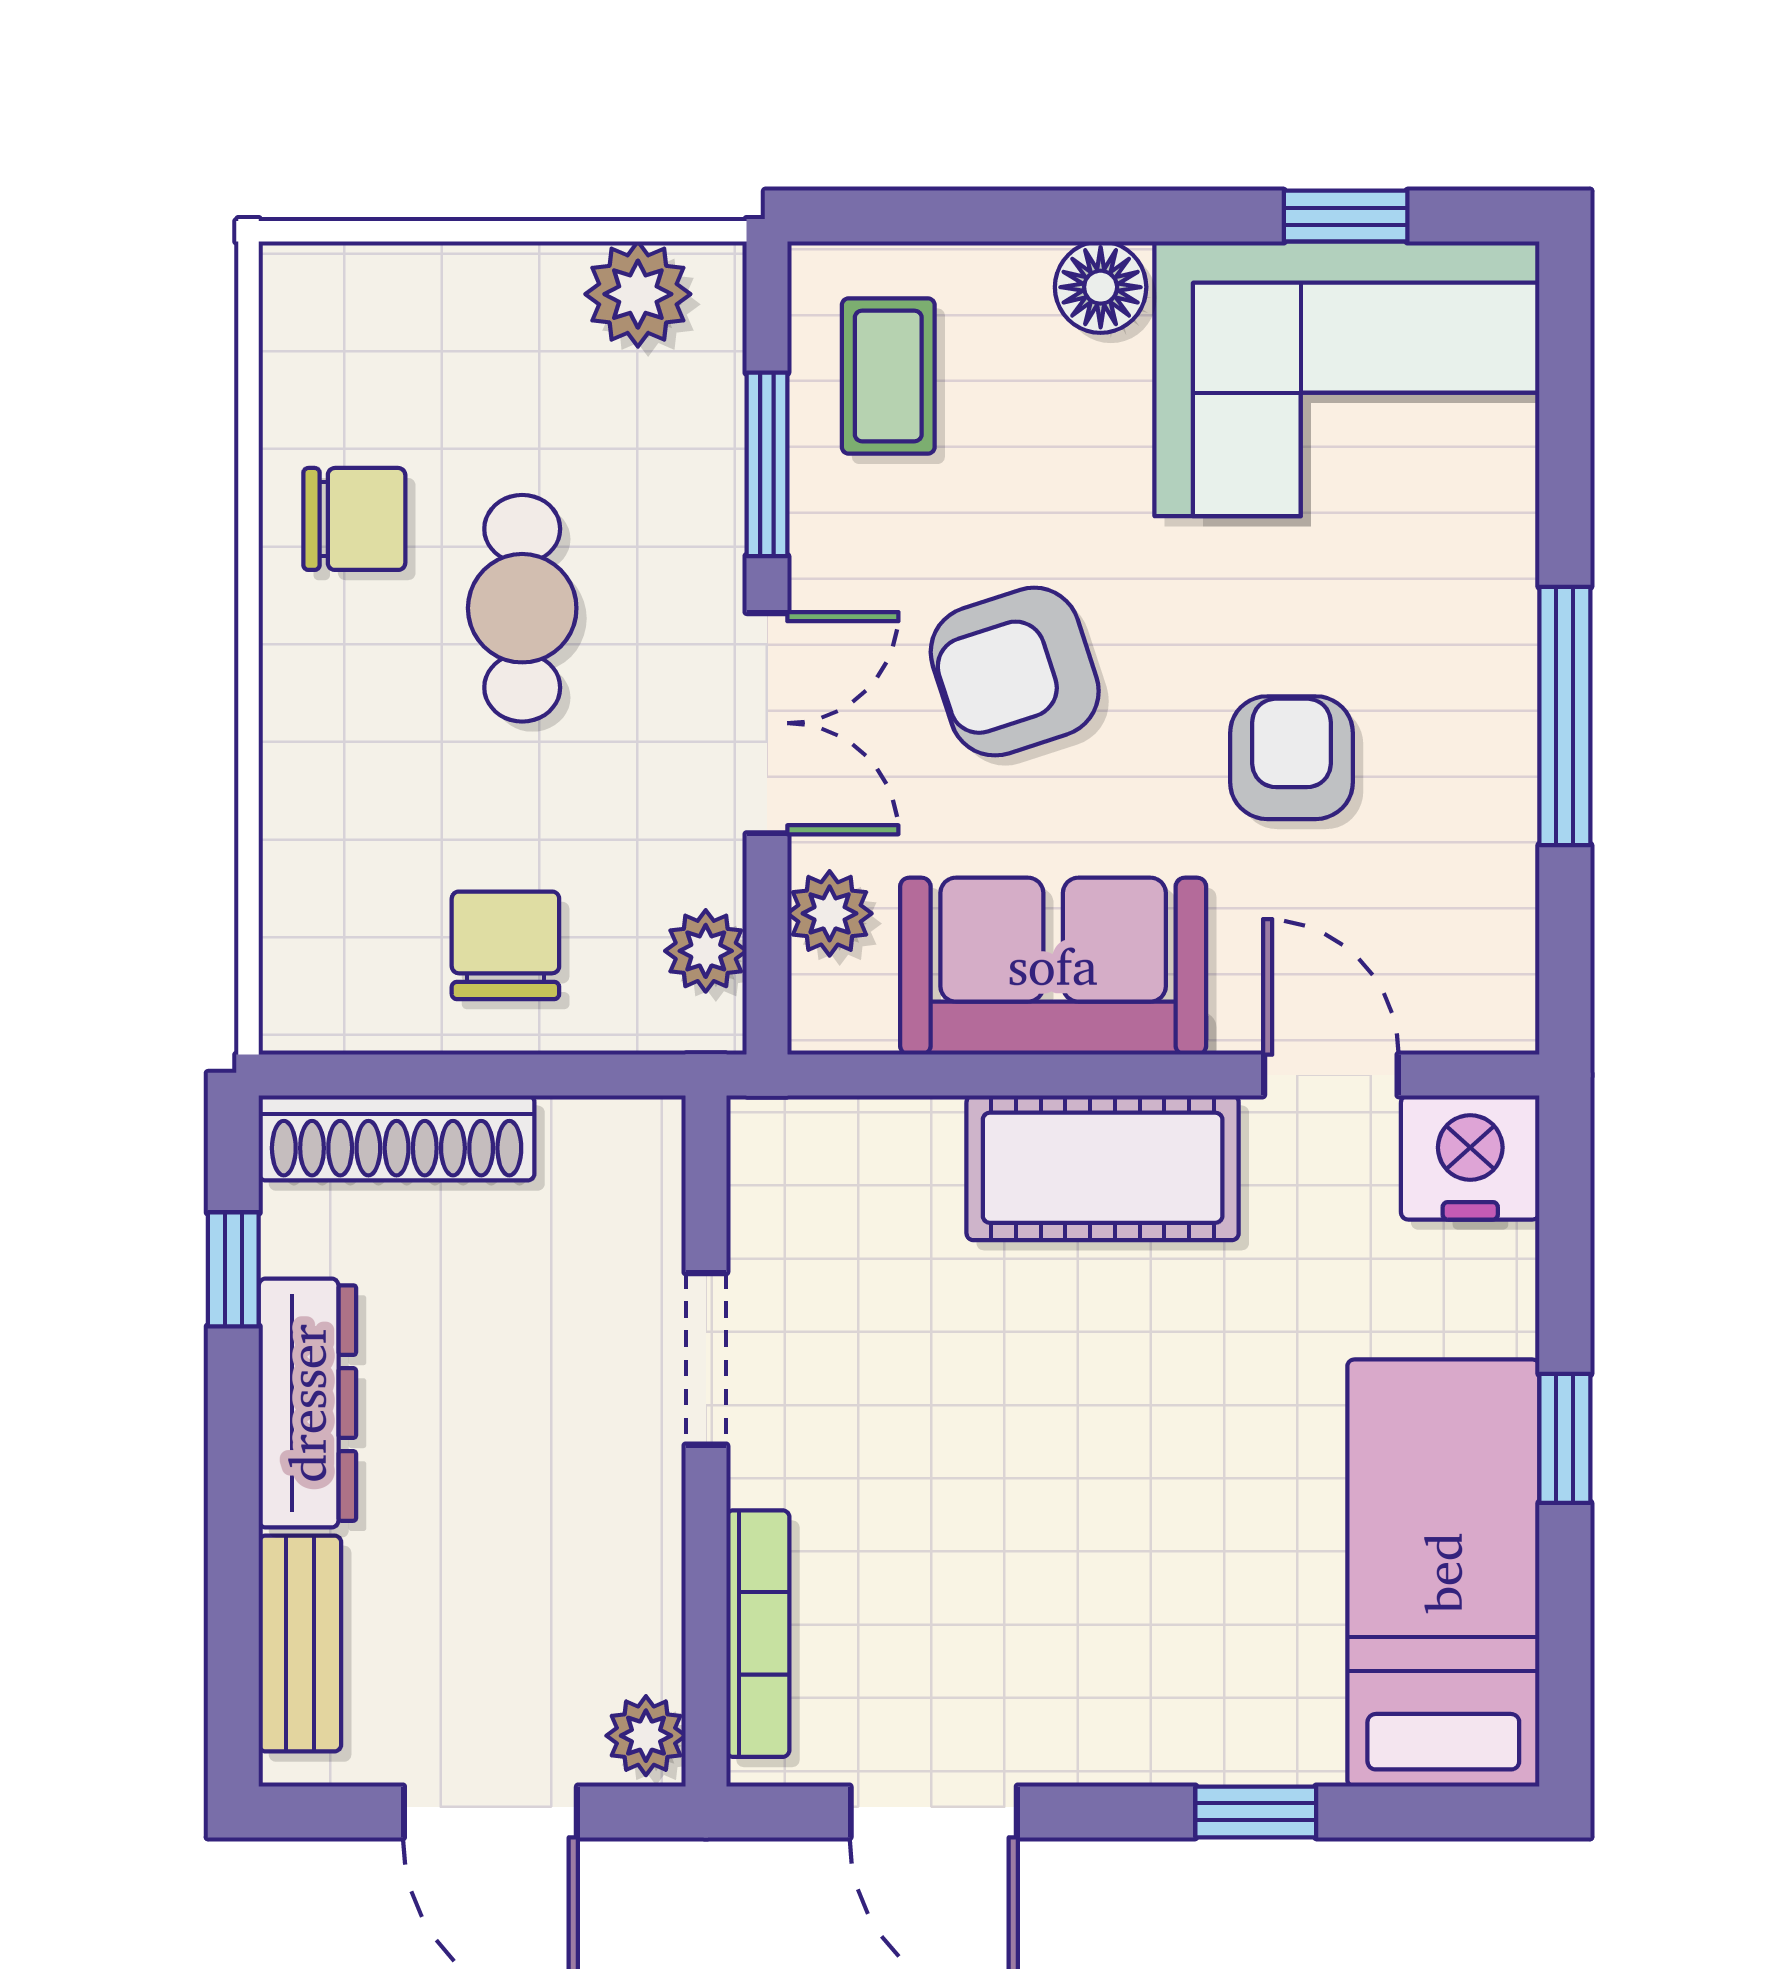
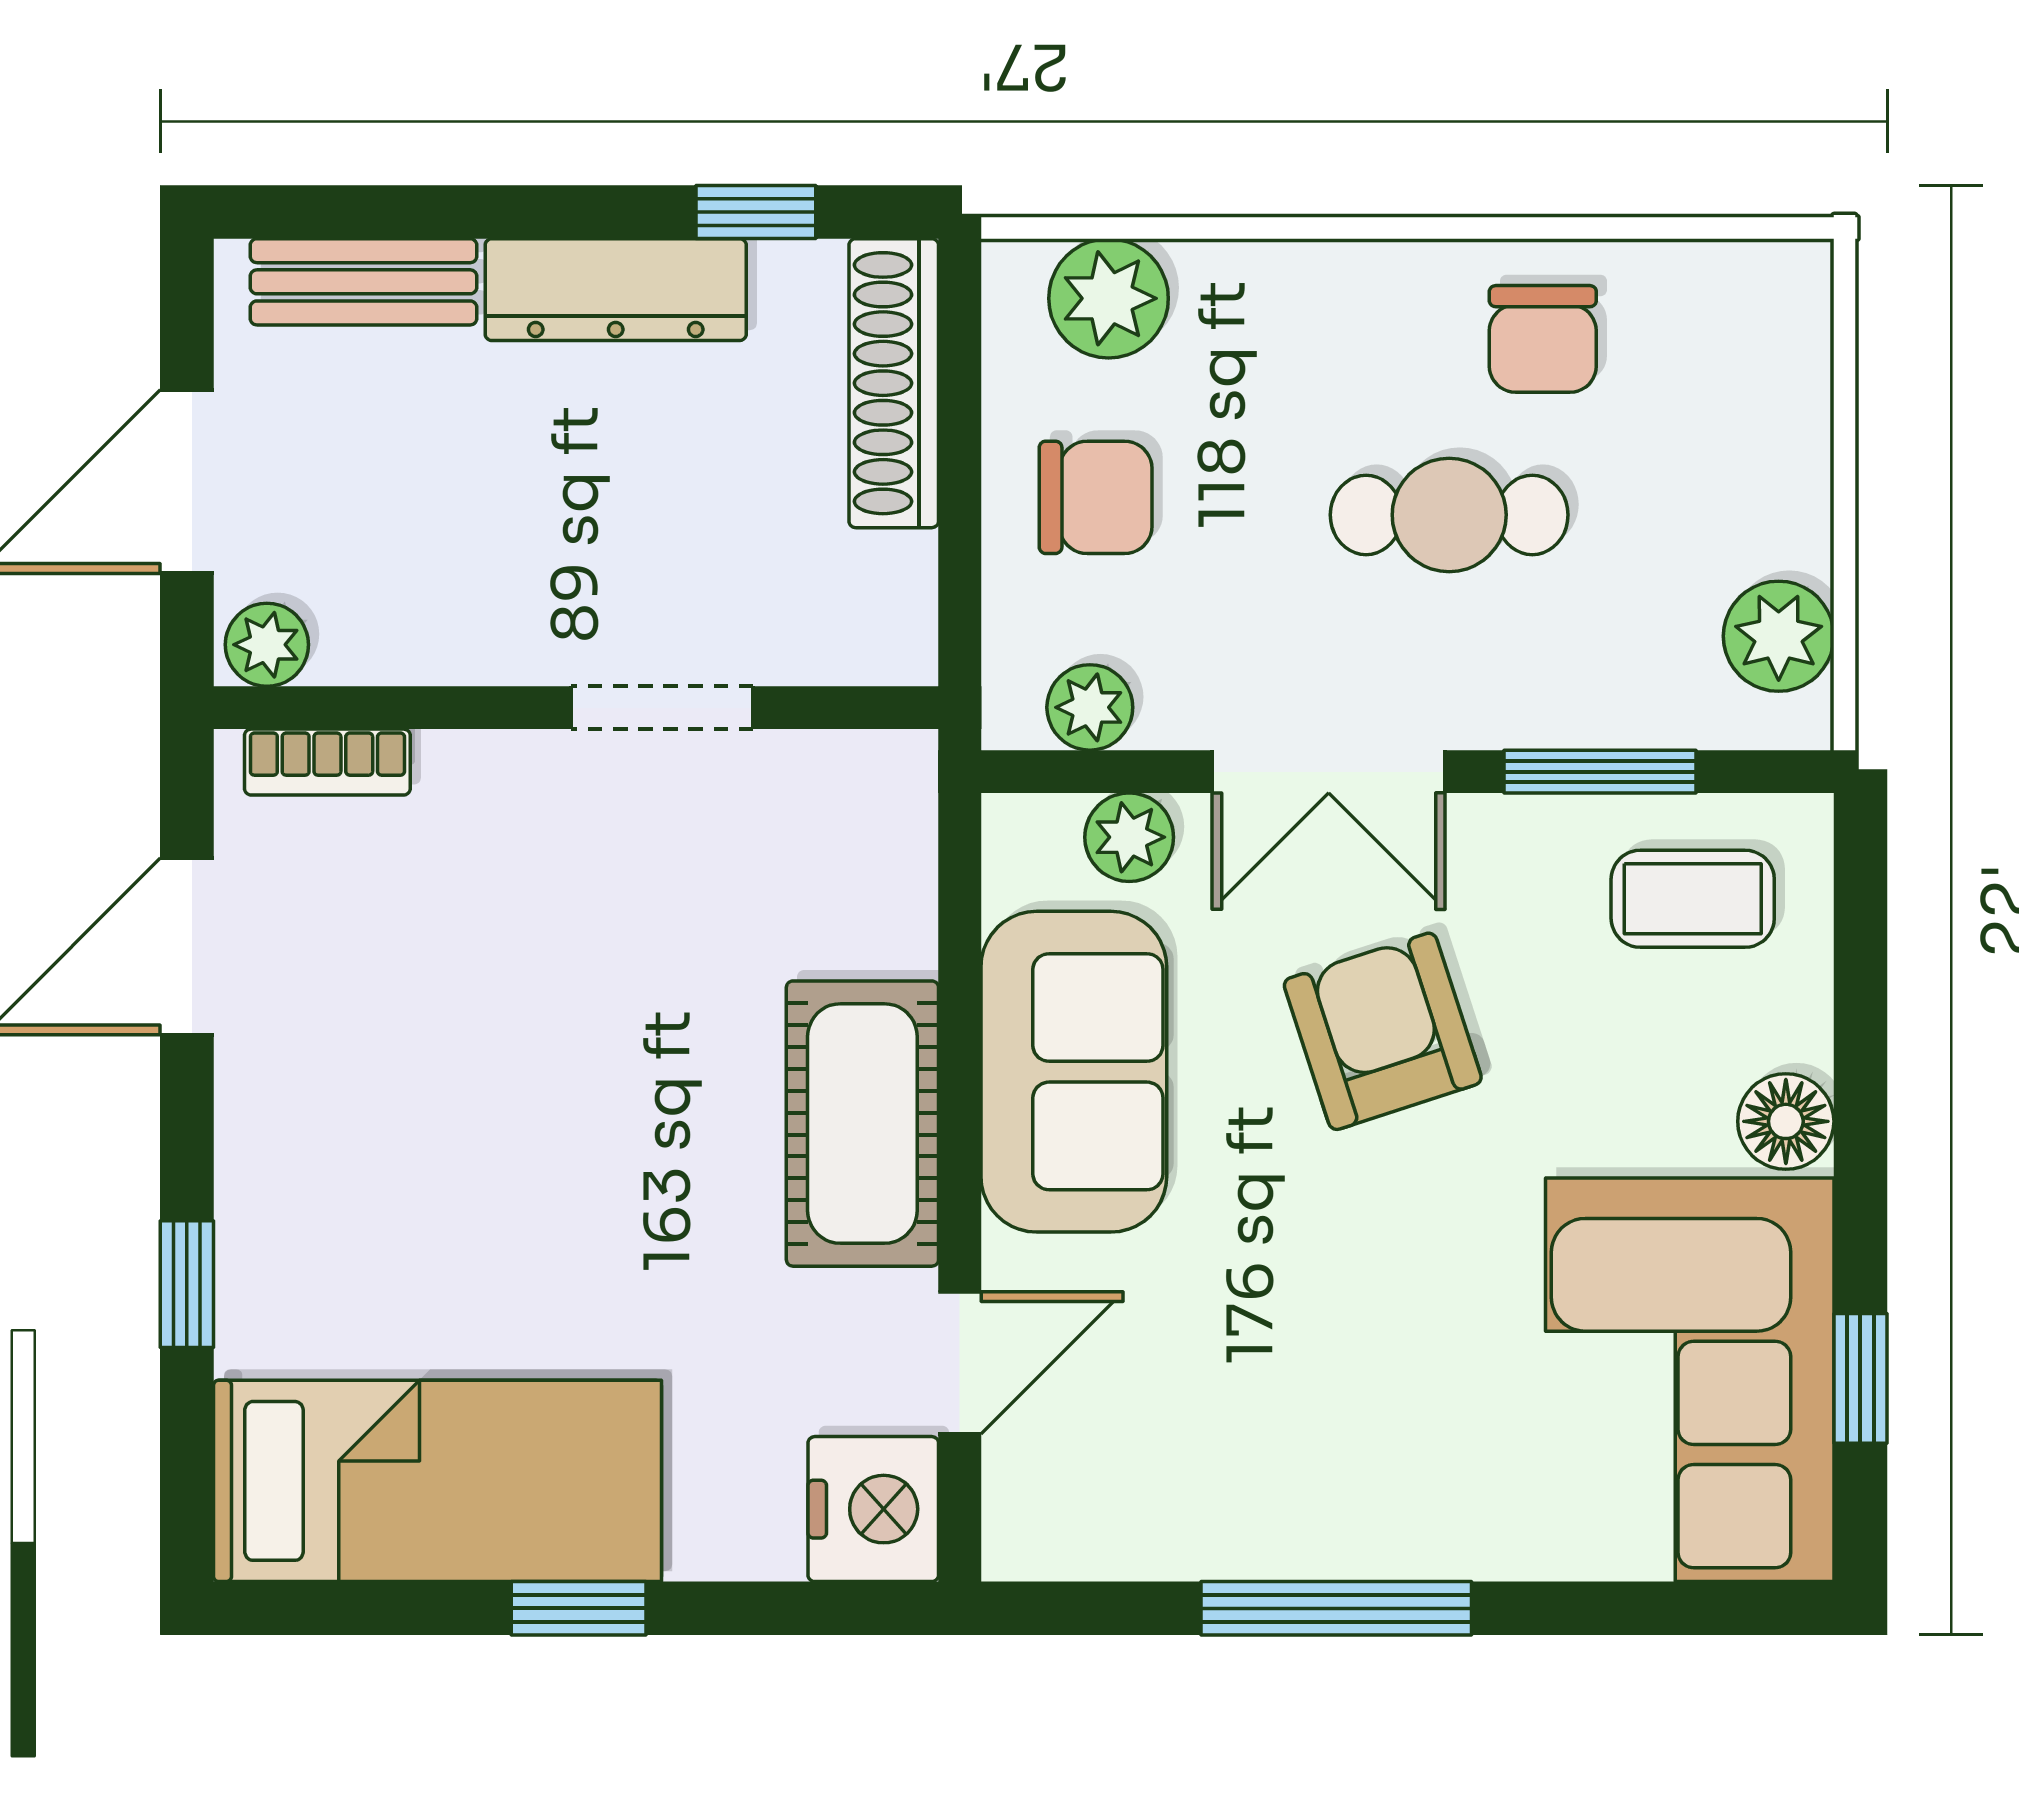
armchair: (1291, 758) -> (1292, 1322), removed
plant: (316, 933) -> (1109, 298), added
bookcase: (758, 1634) -> (327, 762), width x0.64

